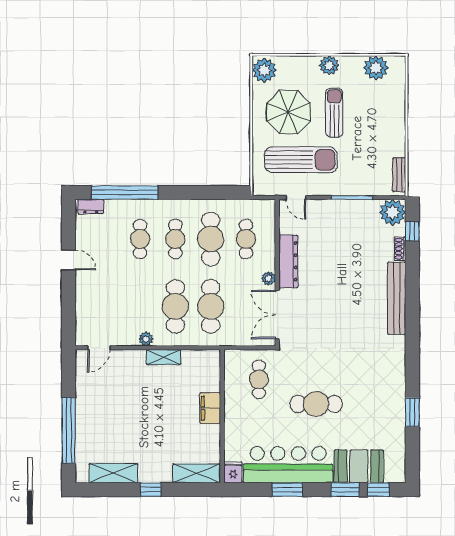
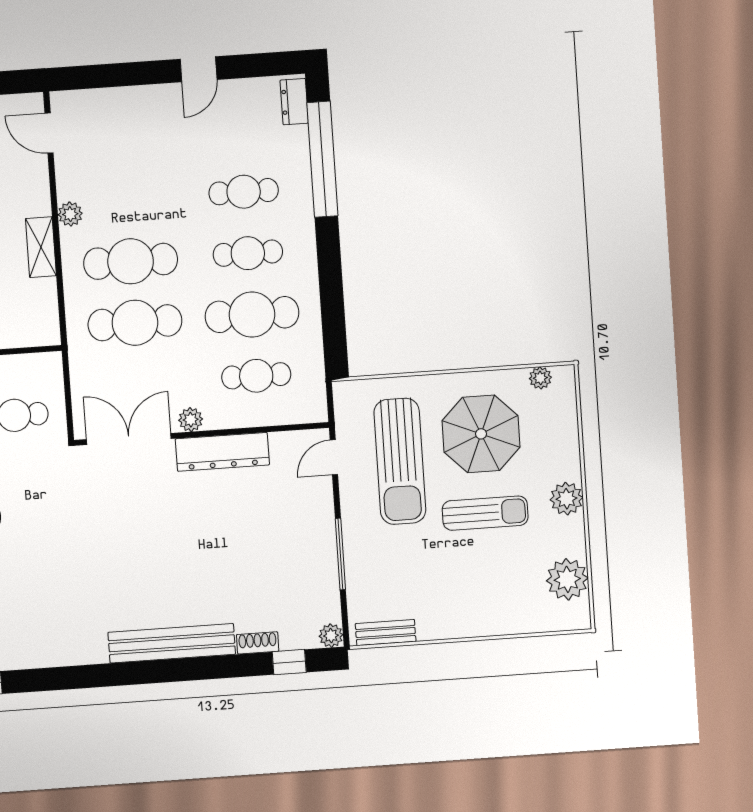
plant: (264, 70) -> (540, 378), width x0.53, depth x0.53
plant: (393, 212) -> (331, 636), width x0.53, depth x0.53

